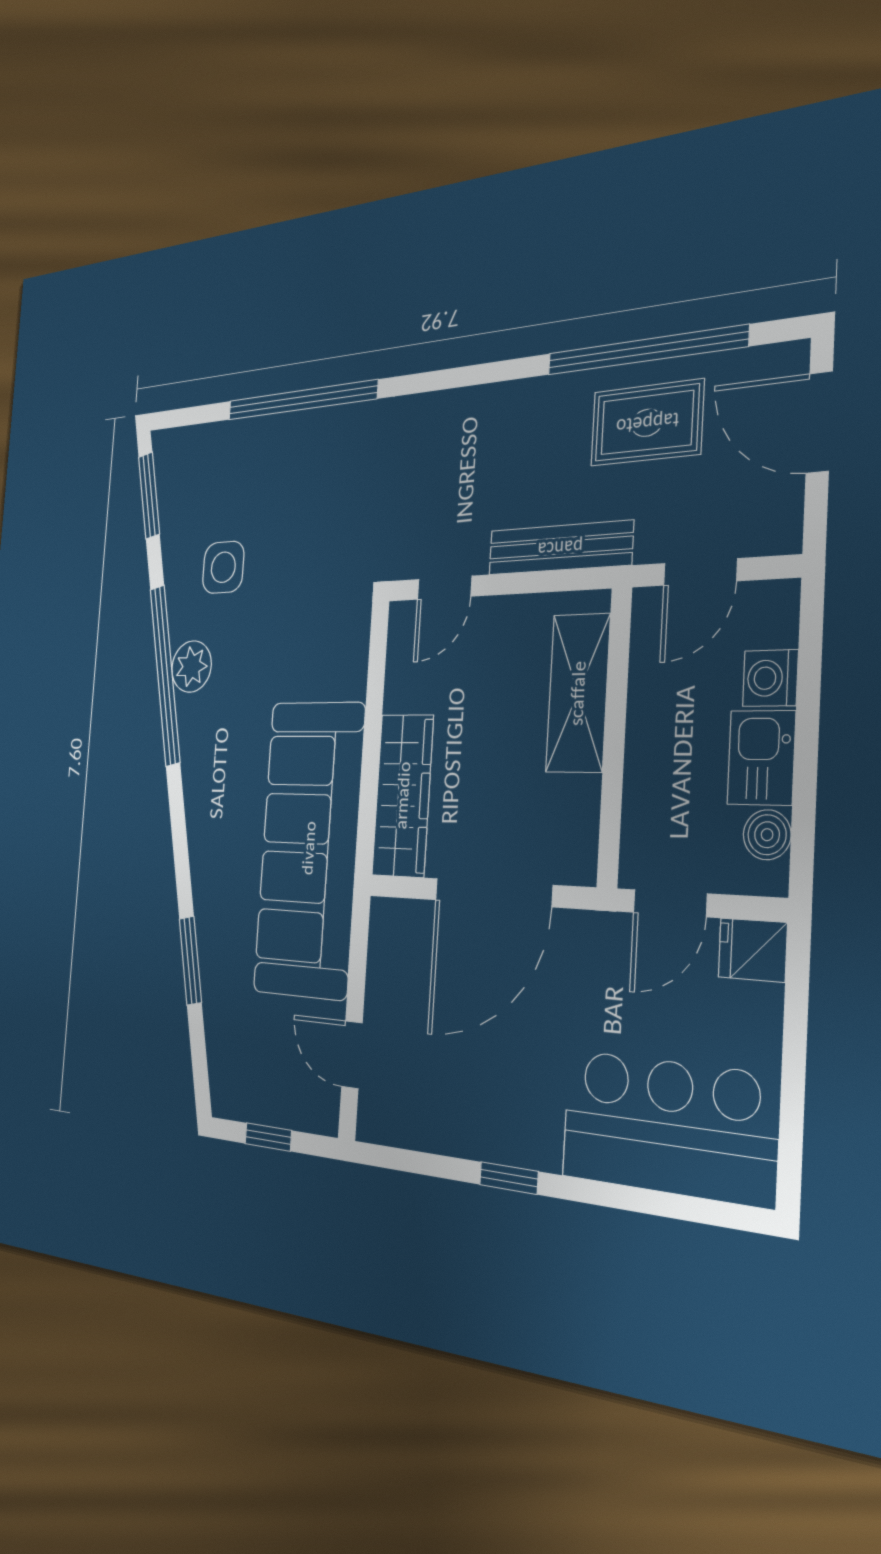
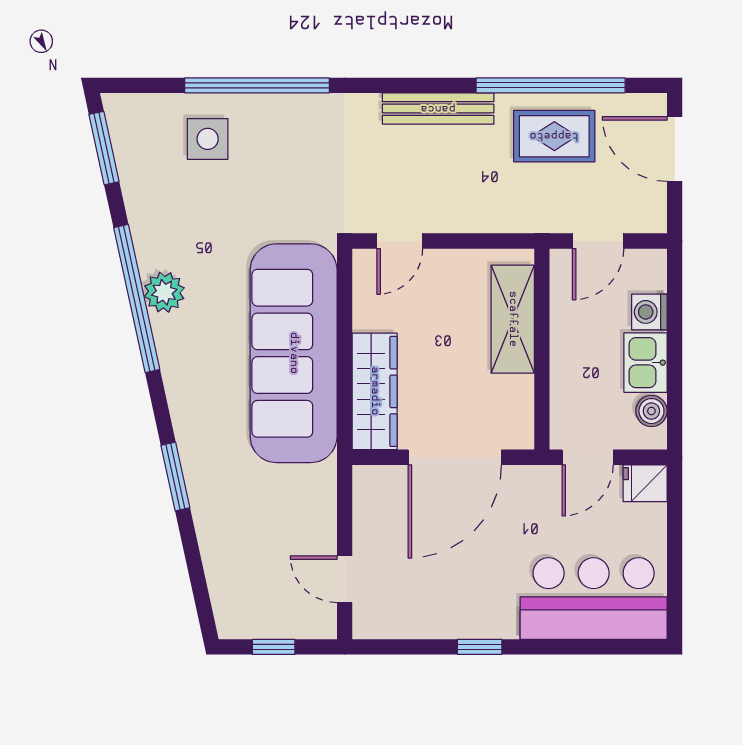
bench: (560, 548) -> (438, 109), moved
side table: (223, 567) -> (208, 139), moved
sofa: (309, 848) -> (294, 353), moved
window: (190, 961) -> (175, 477), moved

